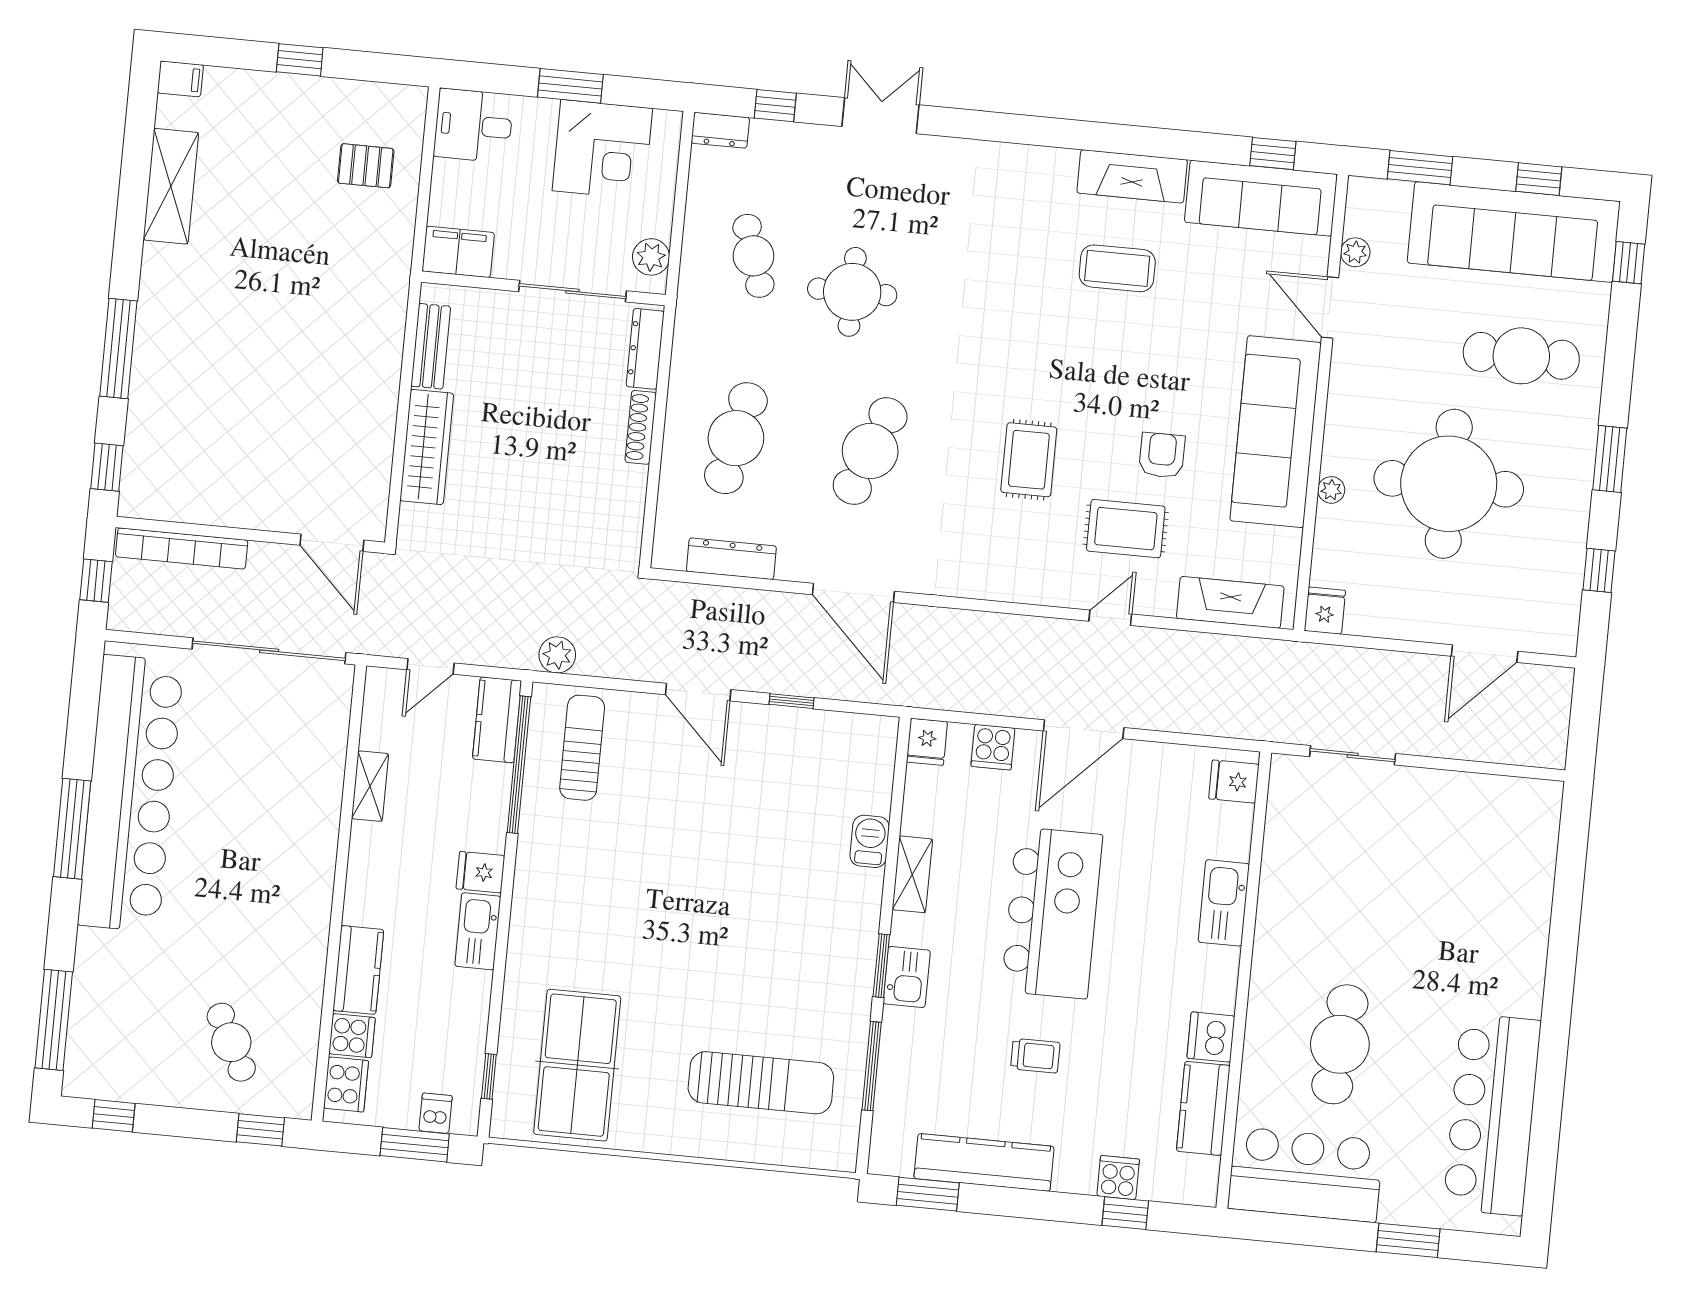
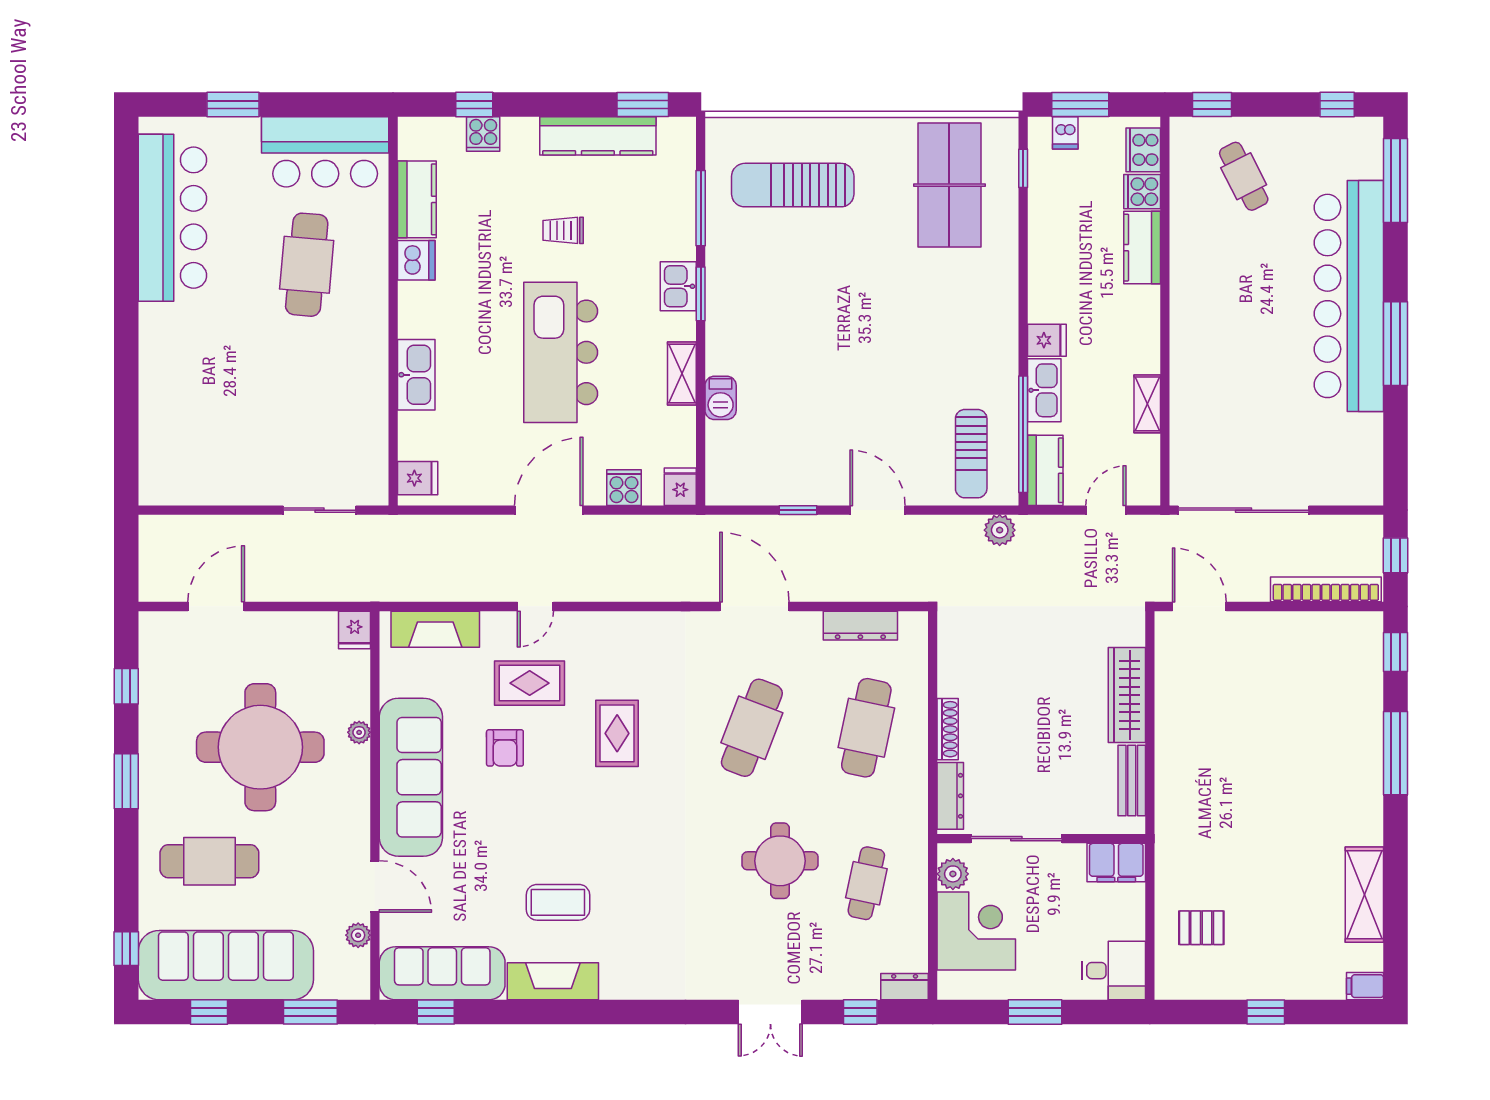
corner desk: (602, 149) -> (976, 931), moved, turned 90
cafe table: (753, 256) -> (866, 883), turned 30
bar counter: (131, 793) -> (1349, 296), moved
kitchen sink: (478, 931) -> (1044, 390), moved

